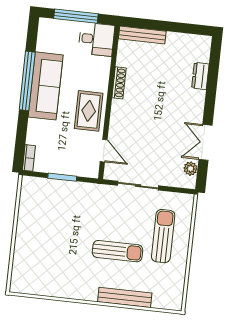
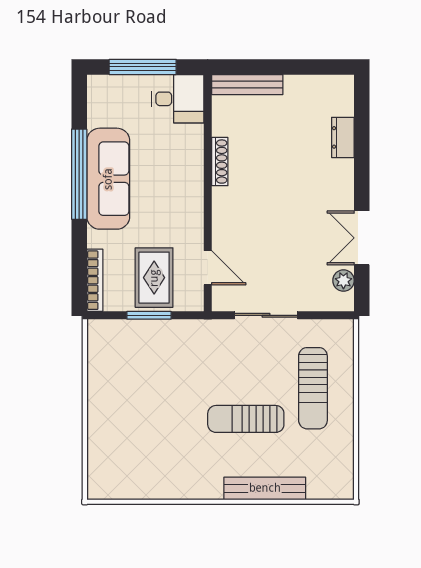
rug: (89, 111) -> (154, 278), moved
bookcase: (29, 158) -> (95, 280), width x1.56
sun lounger: (163, 236) -> (313, 388), turned 180
sun lounger: (117, 251) -> (246, 419), turned 180

